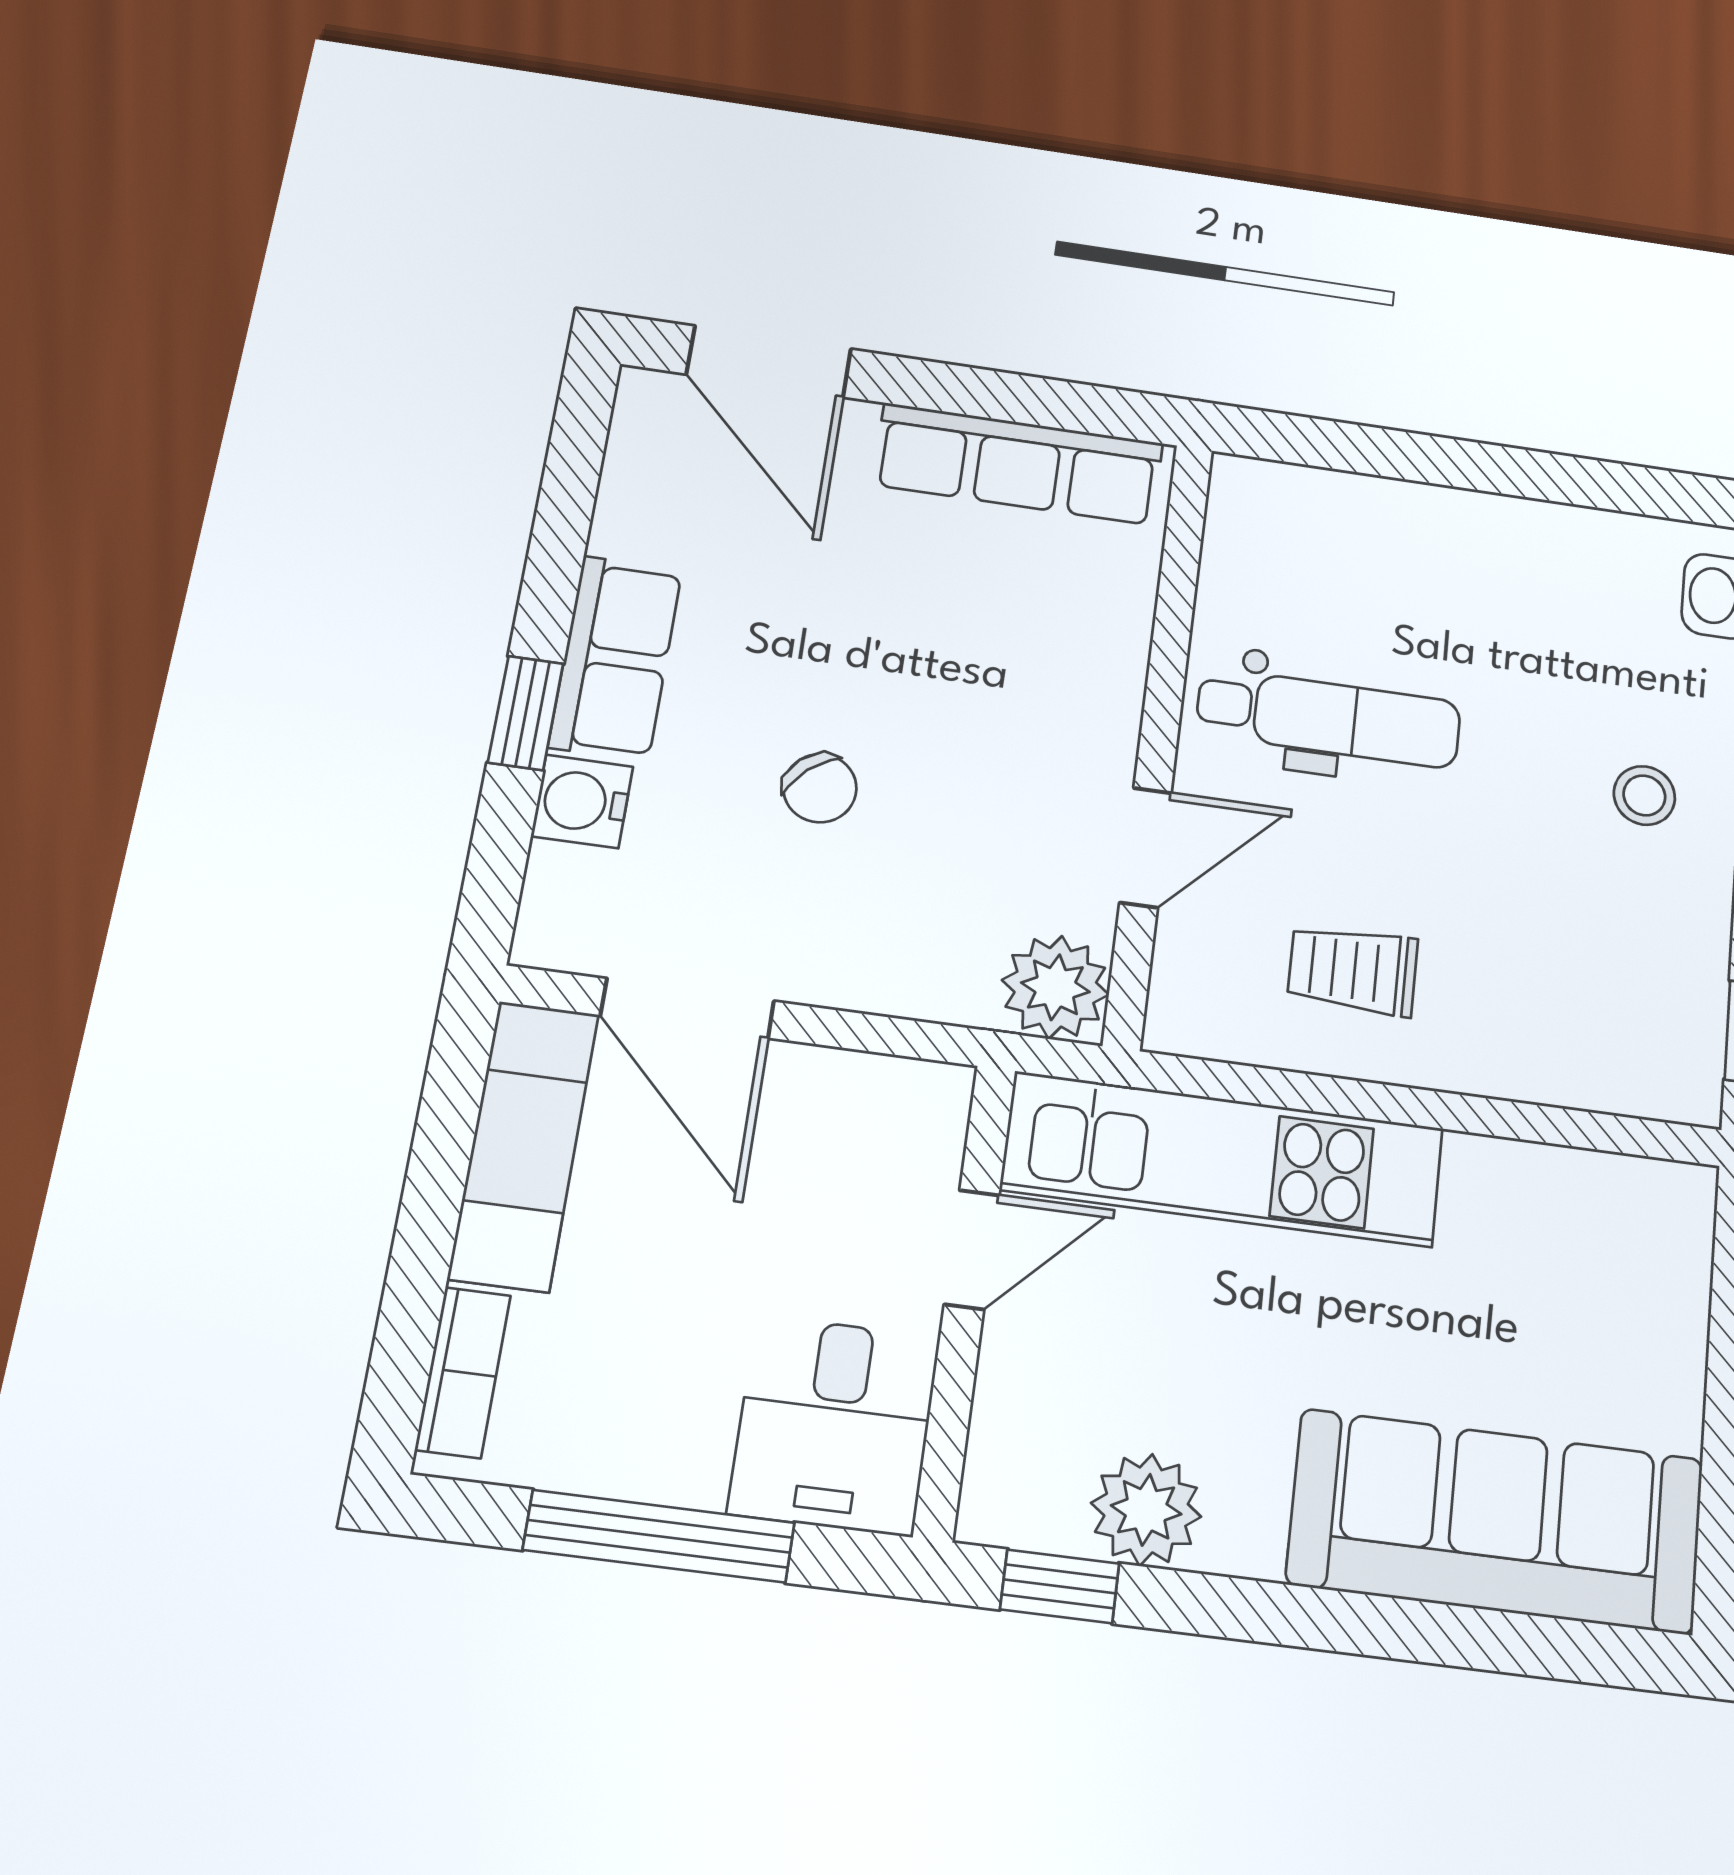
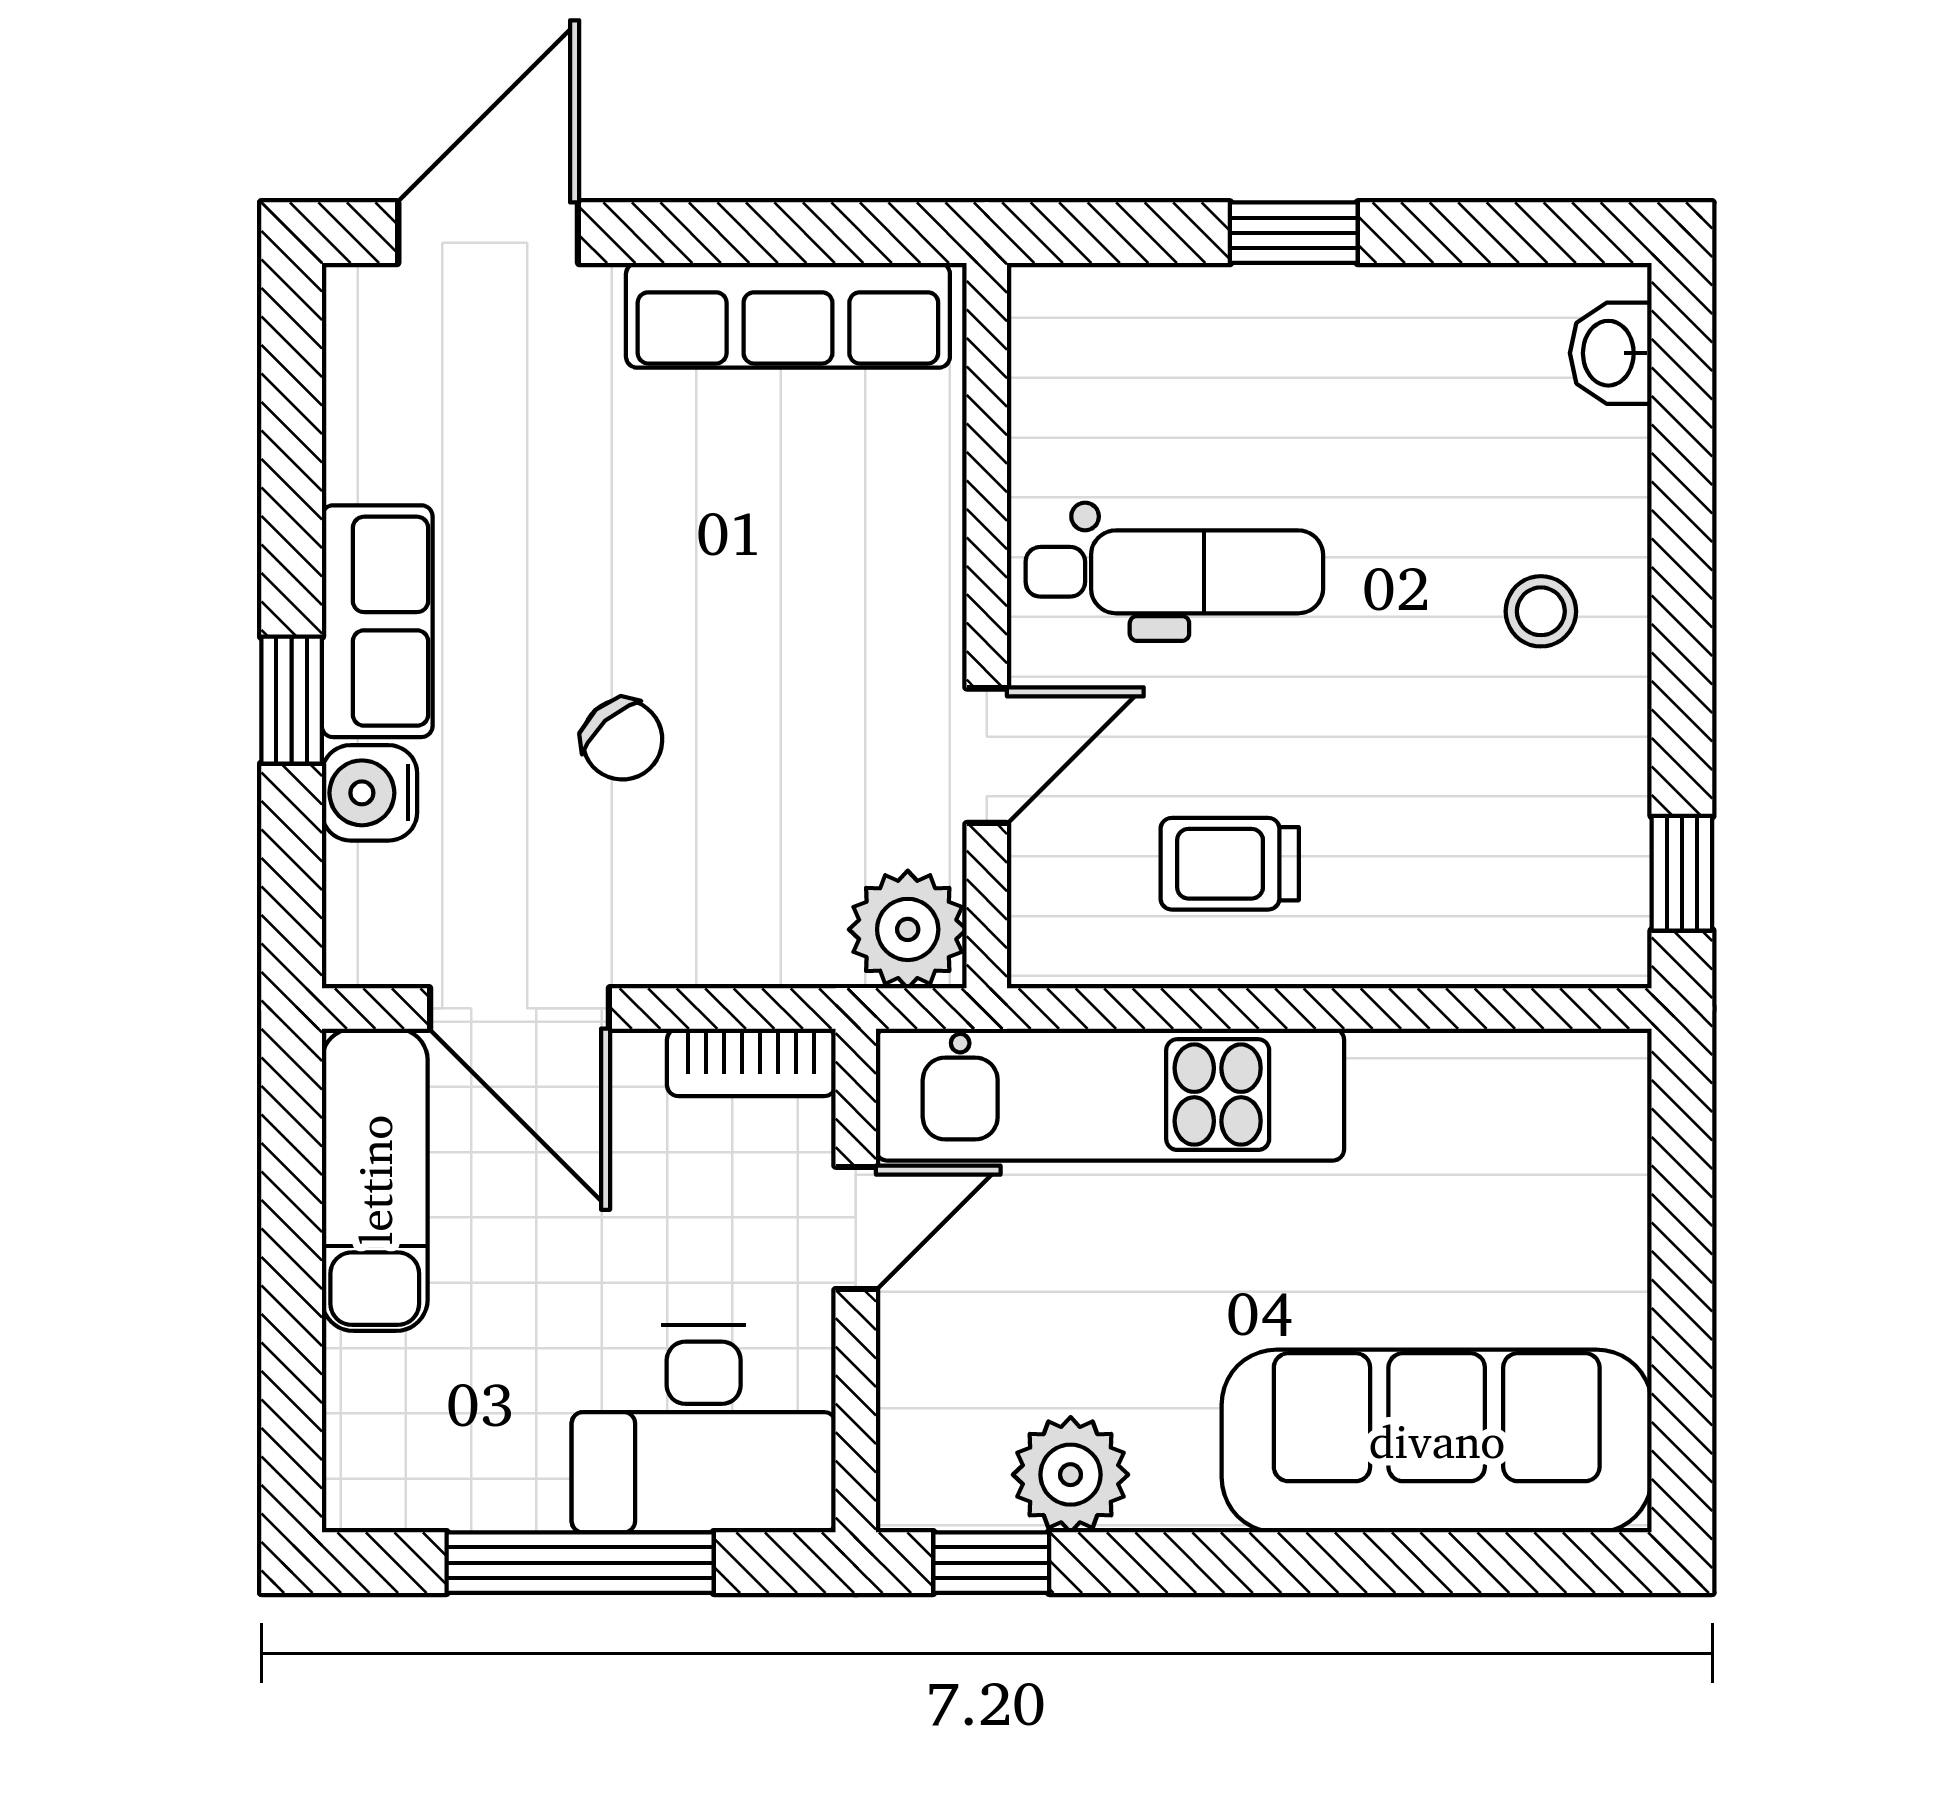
door: (769, 362) -> (488, 233), swing flipped
window: (1457, 463) -> (1294, 233), added
bookcase: (463, 1372) -> (751, 1062), moved, turned 90
desk: (834, 1425) -> (704, 1429), width x1.37

